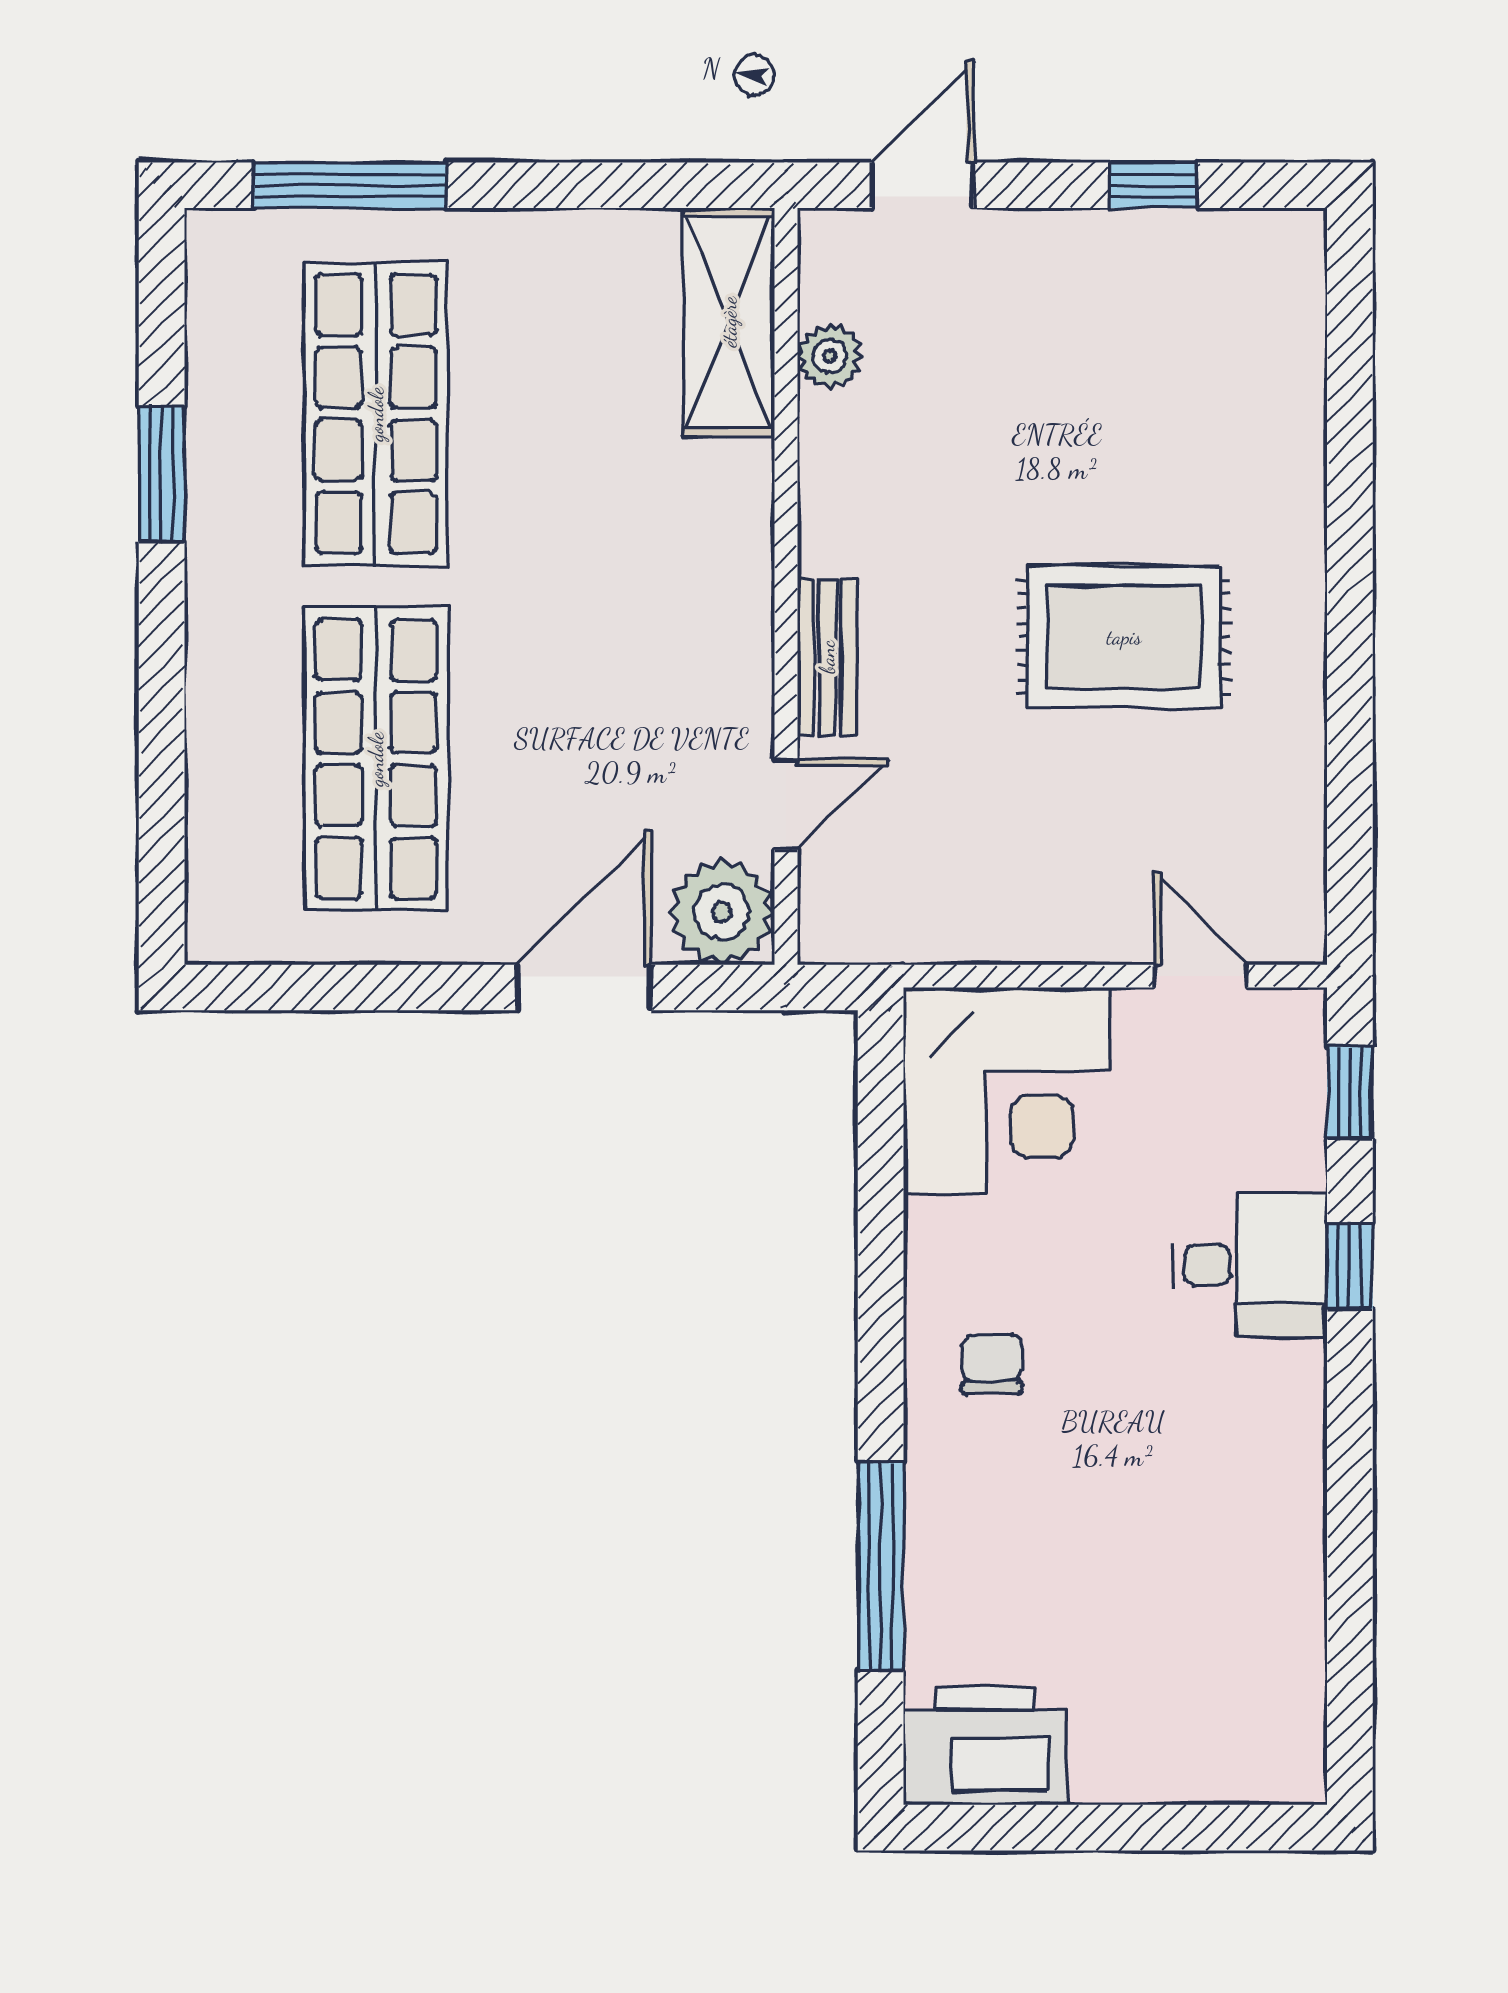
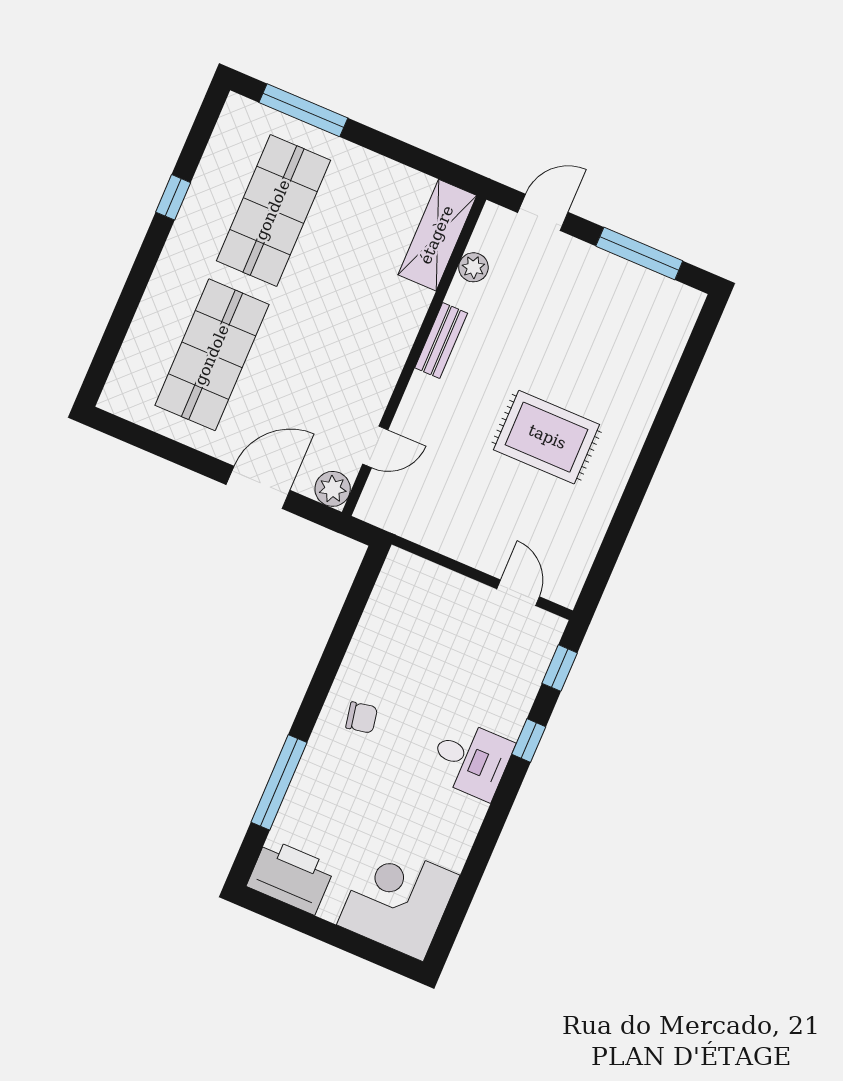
window: (1153, 185) -> (639, 254), width x2.17
window: (162, 474) -> (173, 197), width x0.67
bench: (827, 657) -> (441, 340), moved
plant: (722, 912) -> (333, 489), width x0.73, depth x0.73
corner desk: (1007, 1091) -> (398, 900), moved, turned 180
desk: (1249, 1265) -> (471, 760), moved
chair: (992, 1364) -> (362, 718), turned 79

